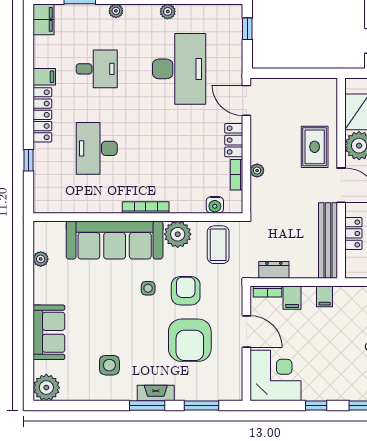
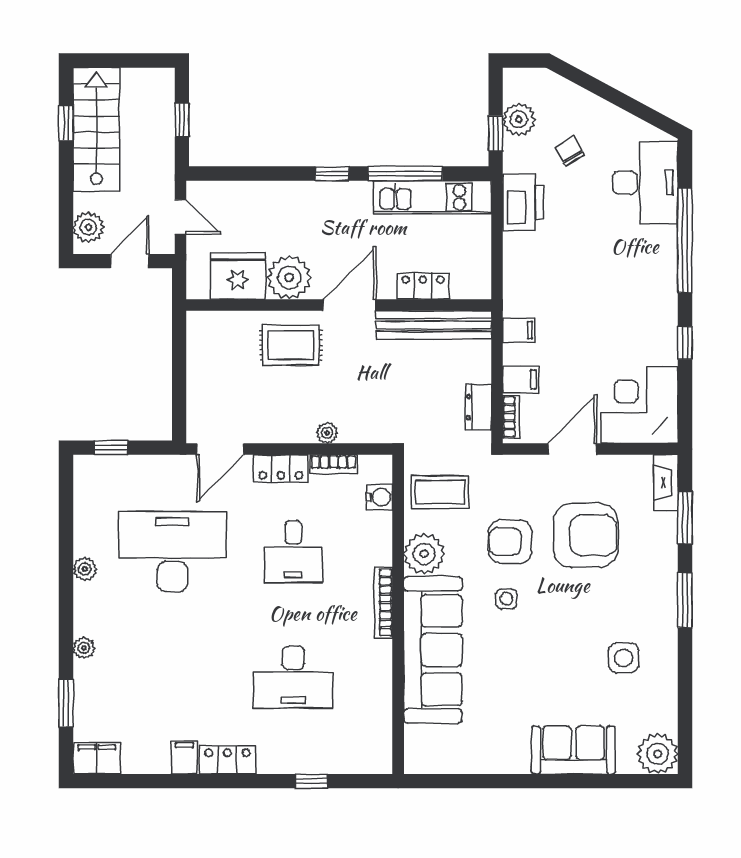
desk: (97, 69) -> (293, 552), moved, turned 180
locker: (42, 115) -> (227, 760), width x0.66
plant: (41, 259) -> (462, 763), removed
fireplace: (156, 393) -> (666, 483), moved

